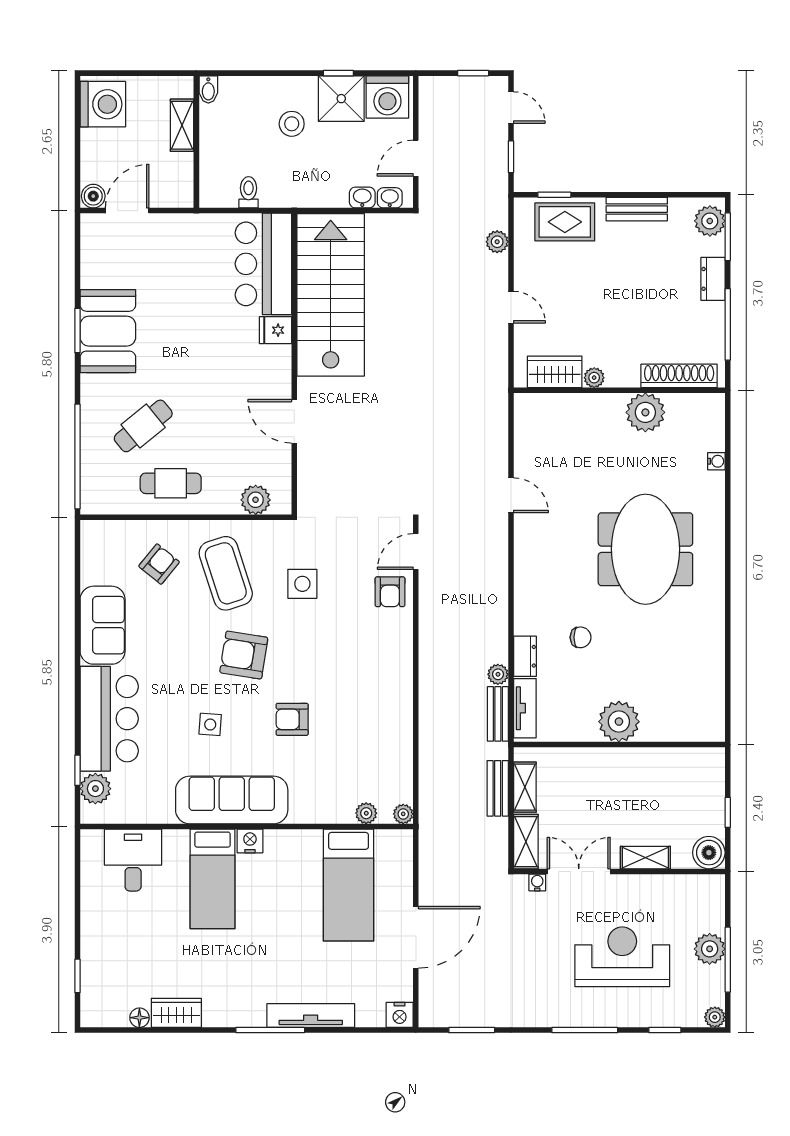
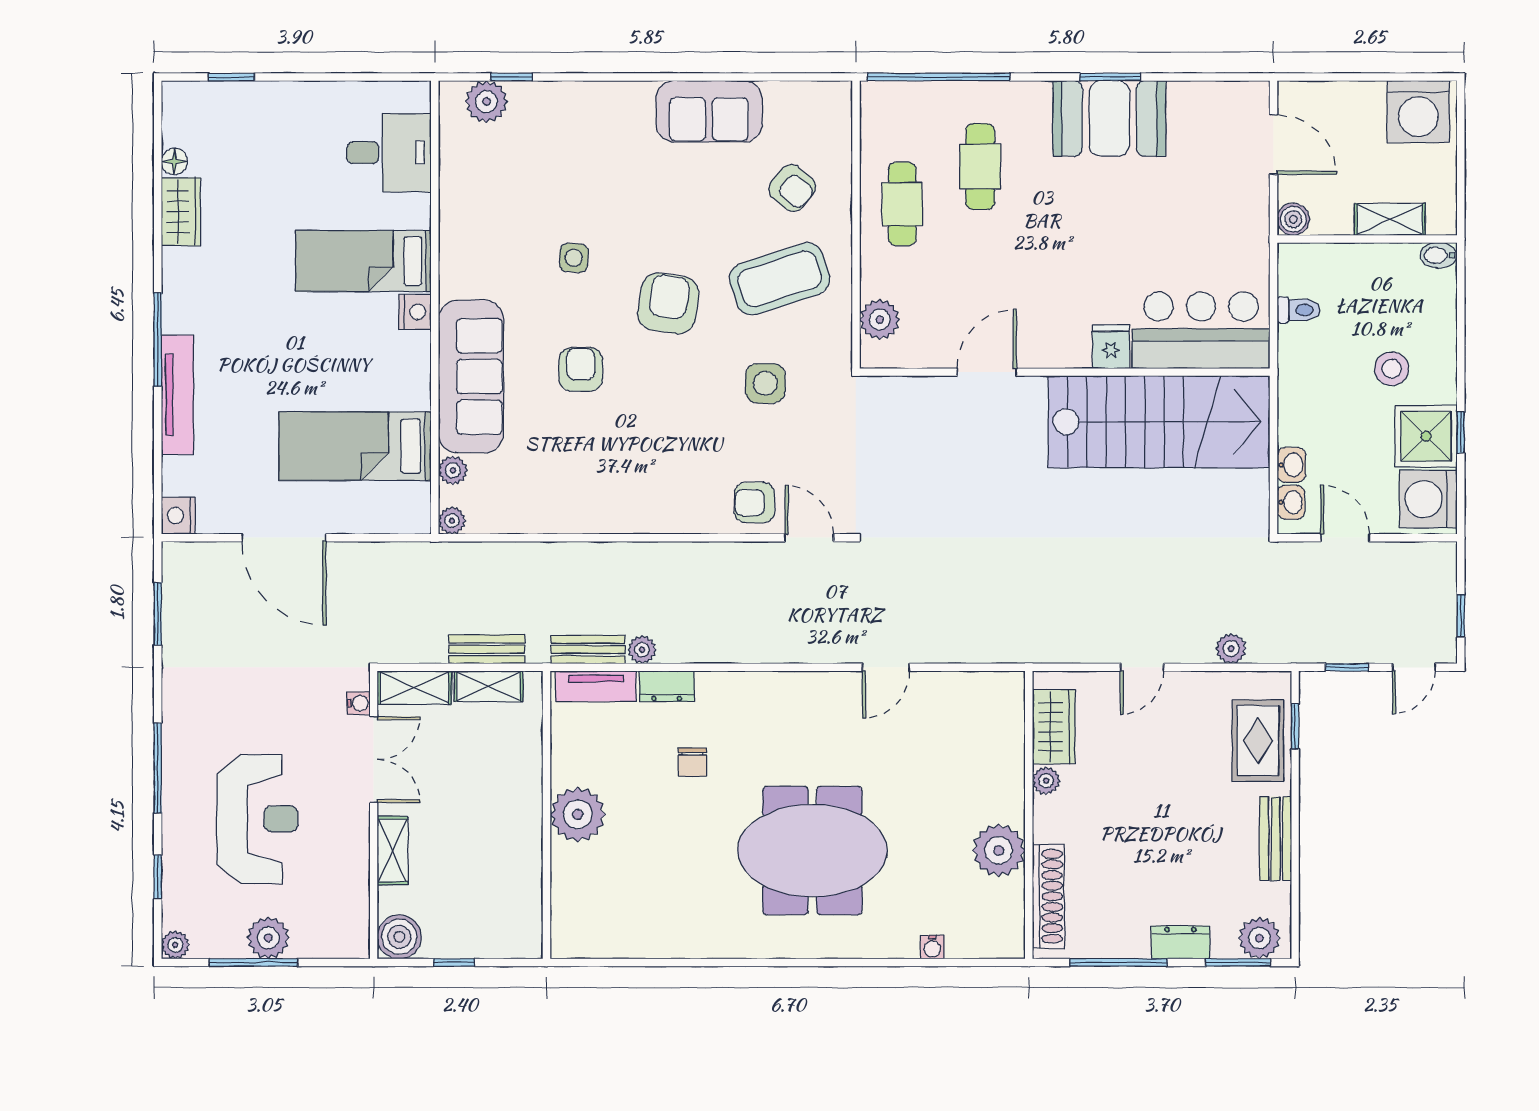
boiler: (93, 196) -> (1293, 219), moved
cafe table: (143, 426) -> (980, 167), turned 39
bar counter: (109, 719) -> (582, 120), removed
sofa: (232, 800) -> (471, 376), moved

